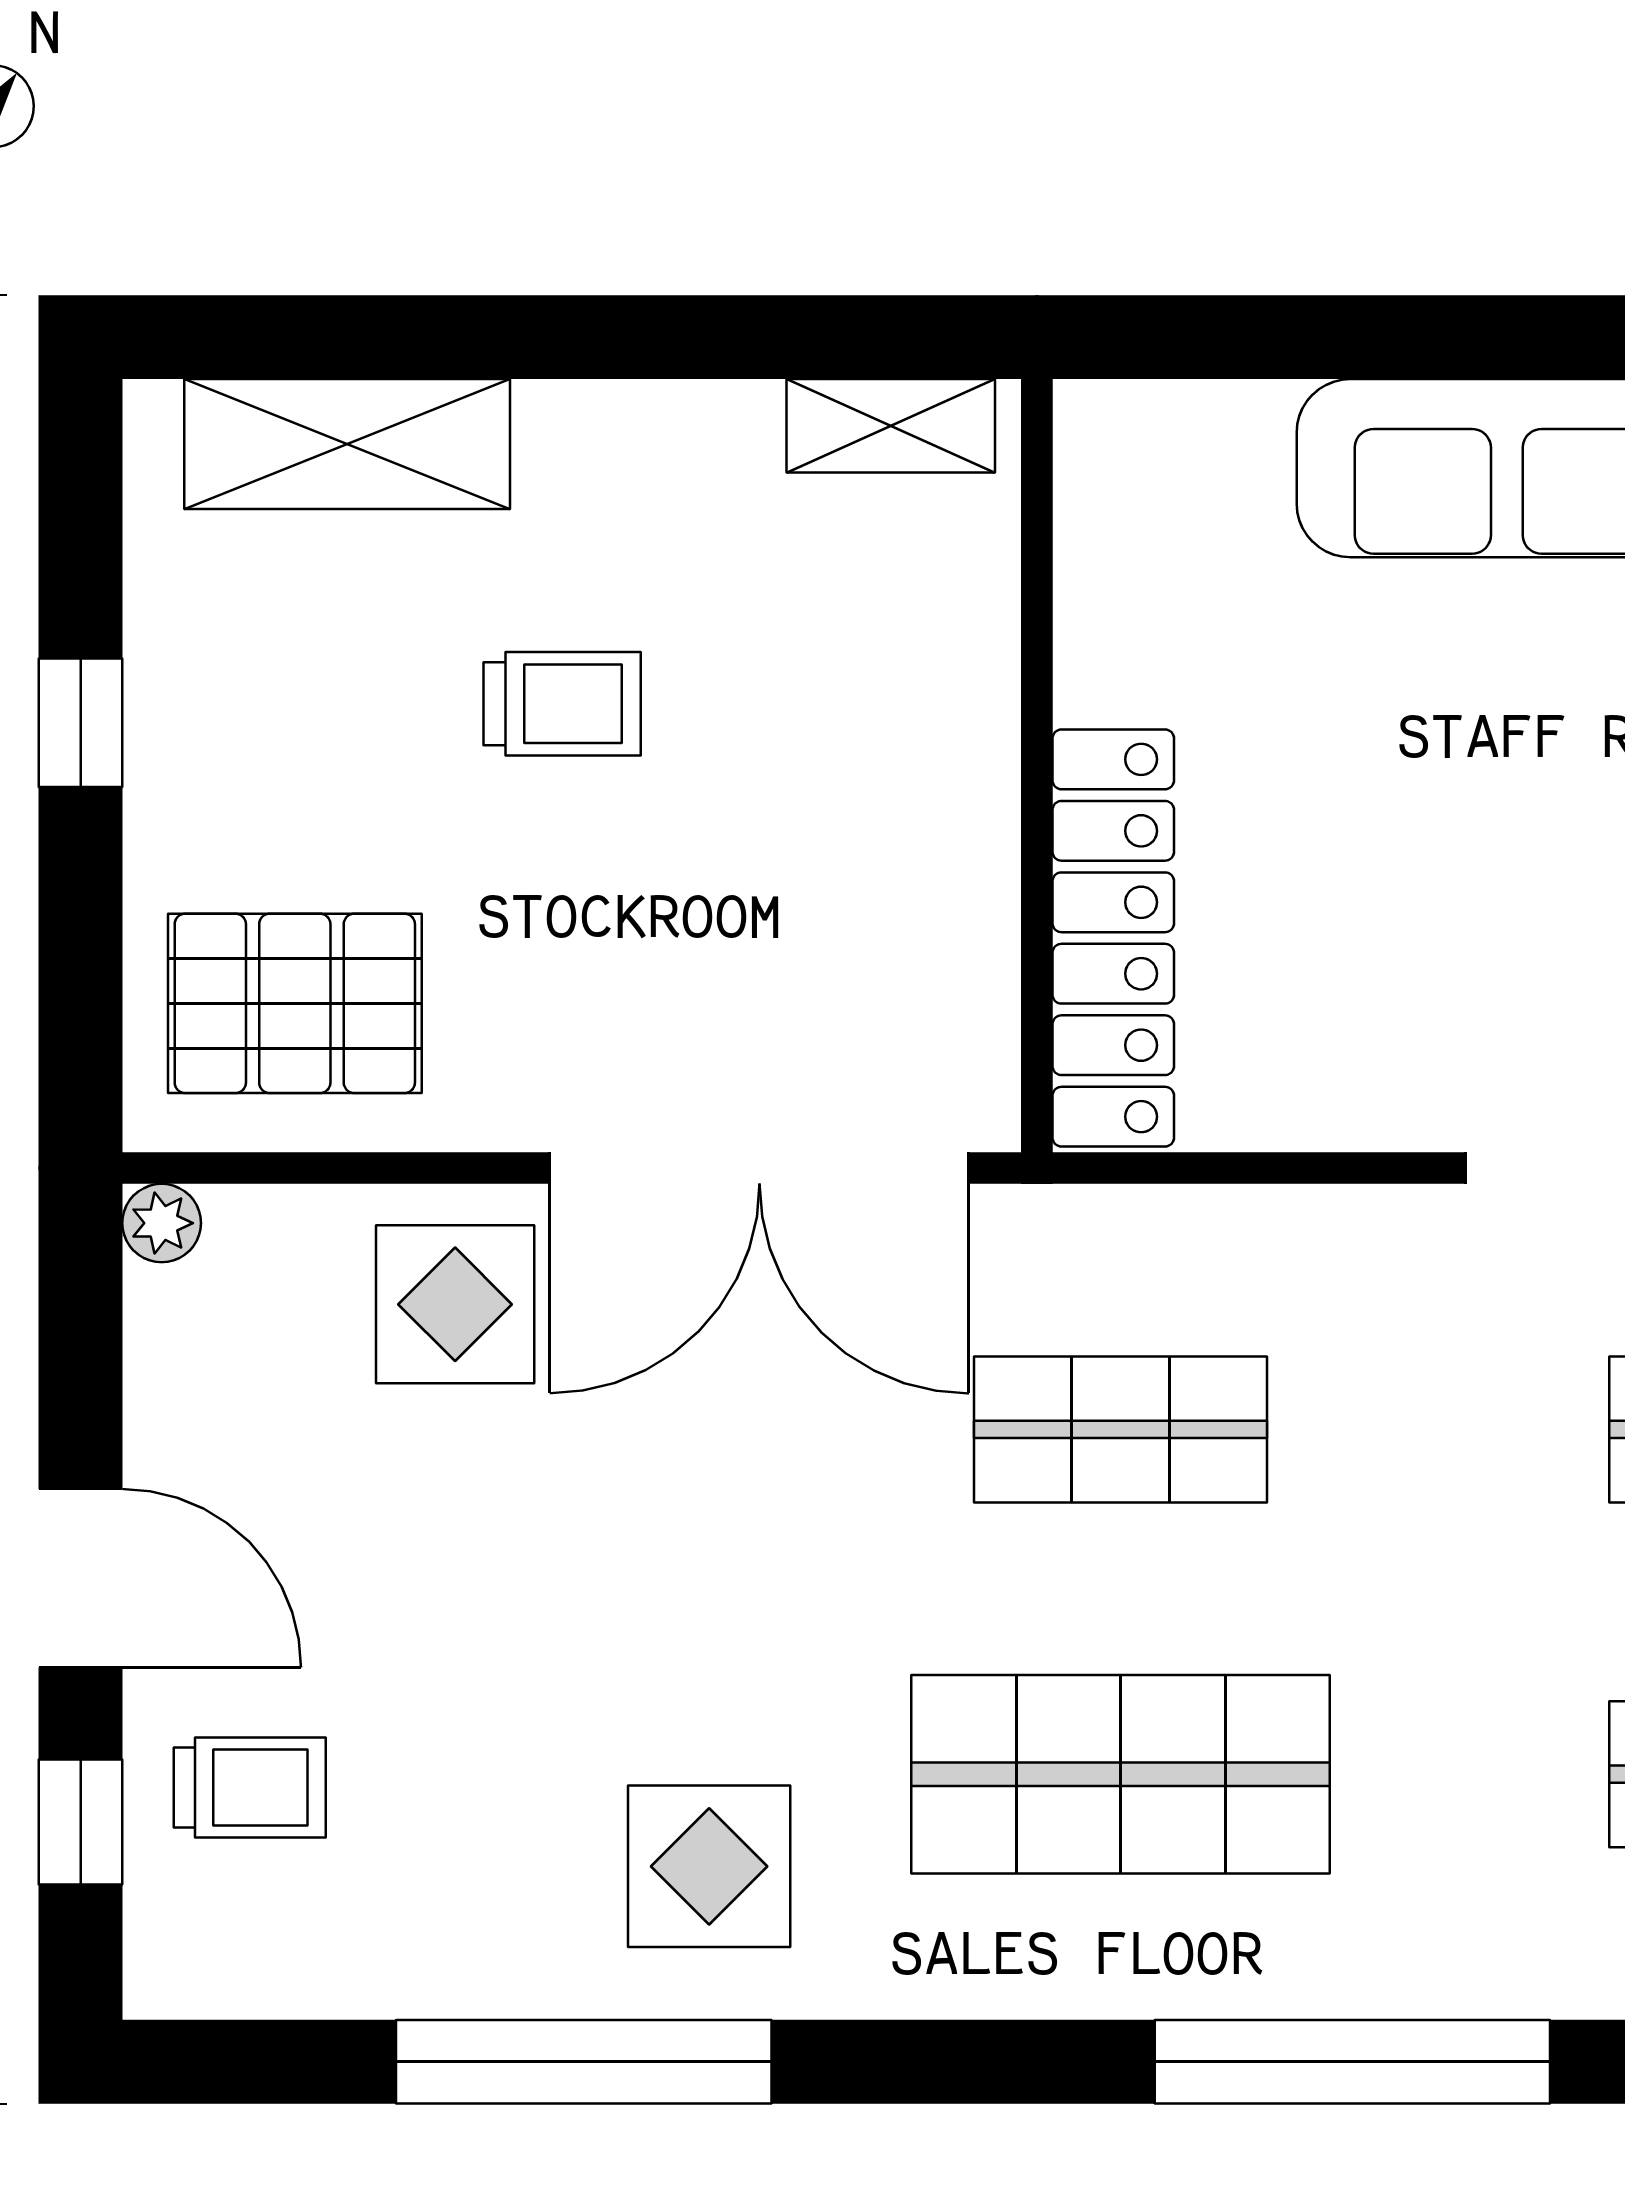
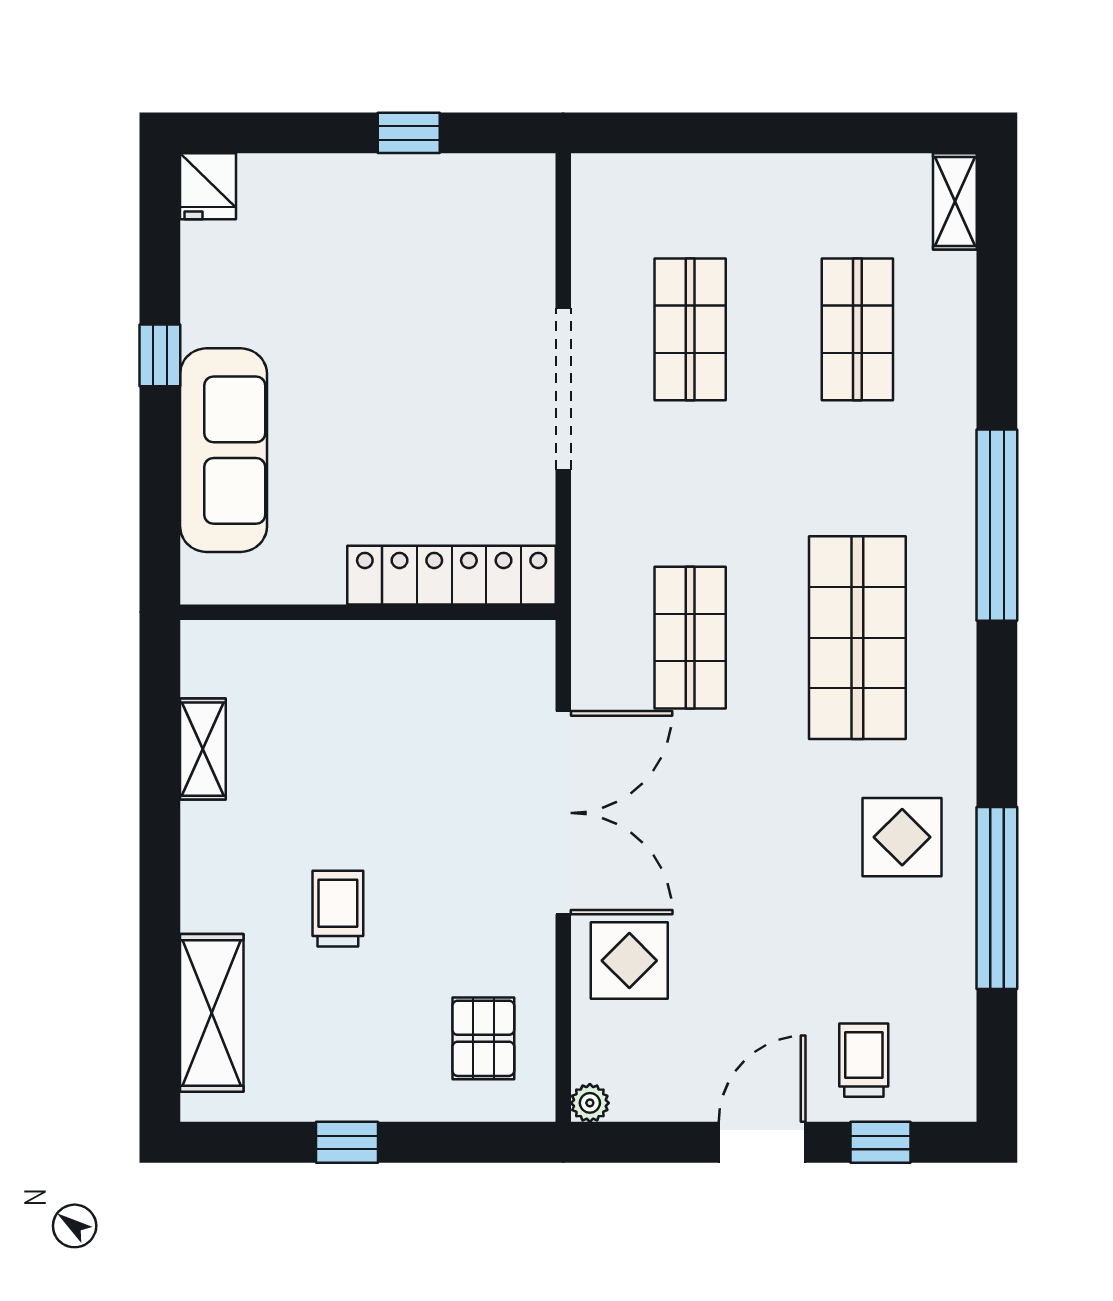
wall: (1037, 766) -> (368, 612), moved
locker: (1113, 938) -> (452, 575), moved
pallet: (295, 1003) -> (483, 1038), width x0.67, depth x0.71

